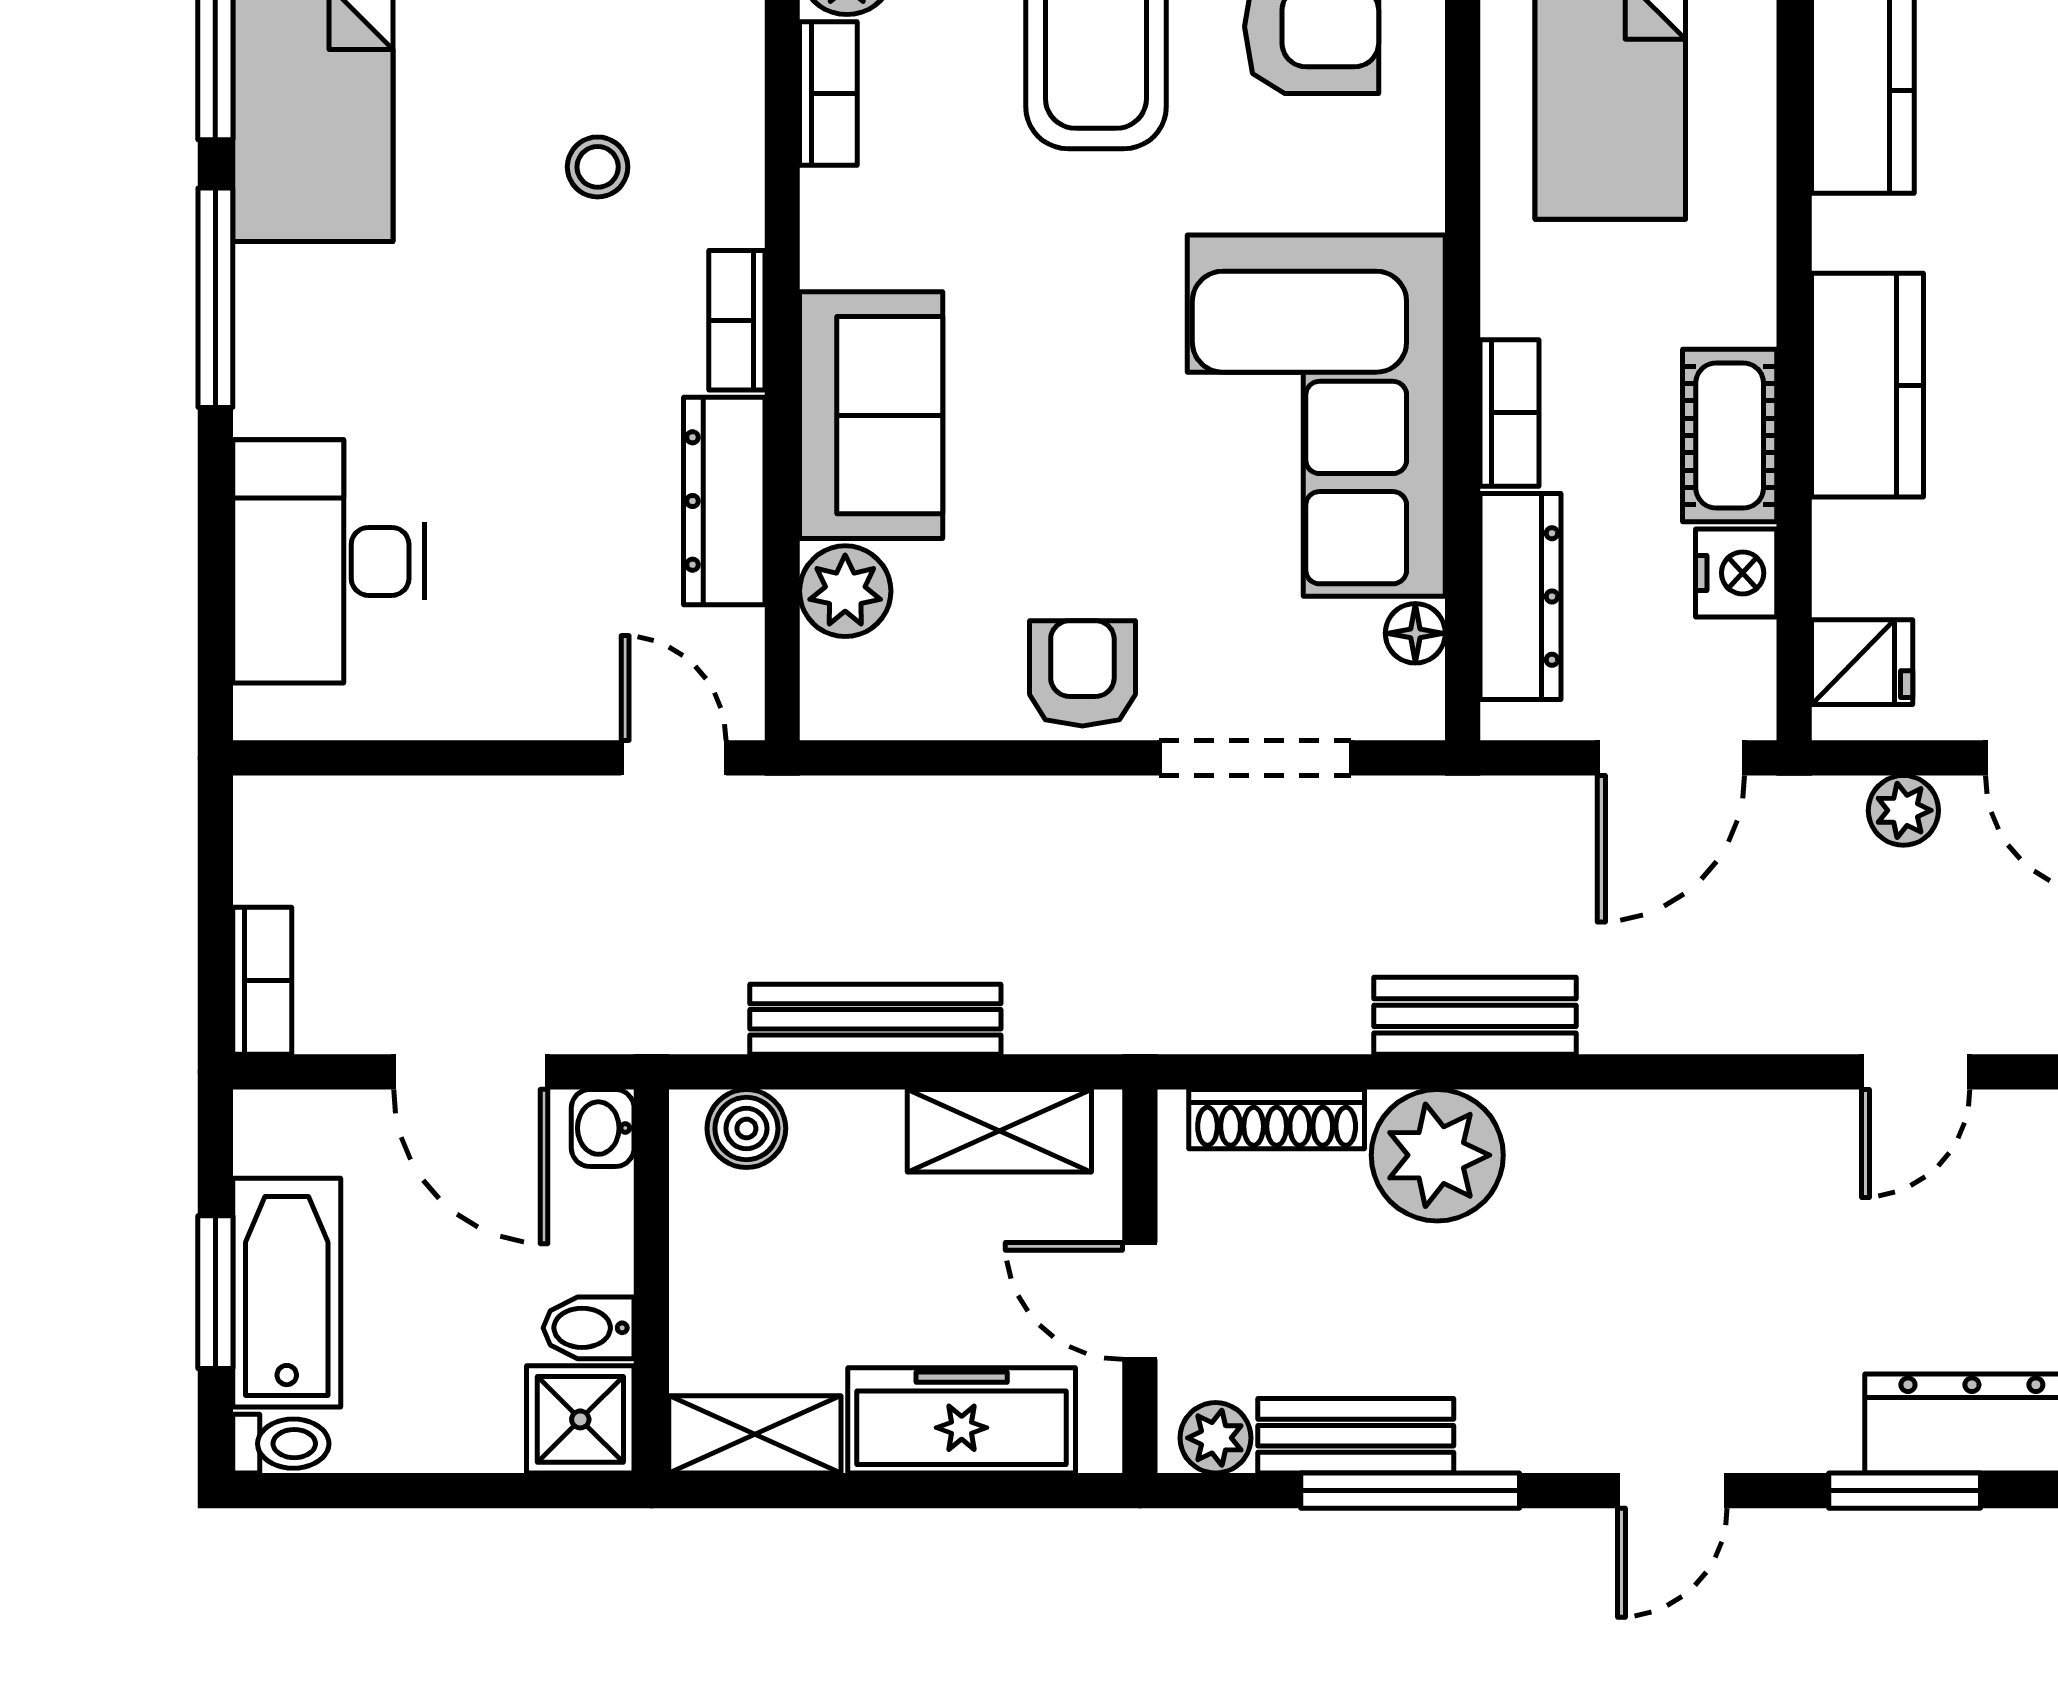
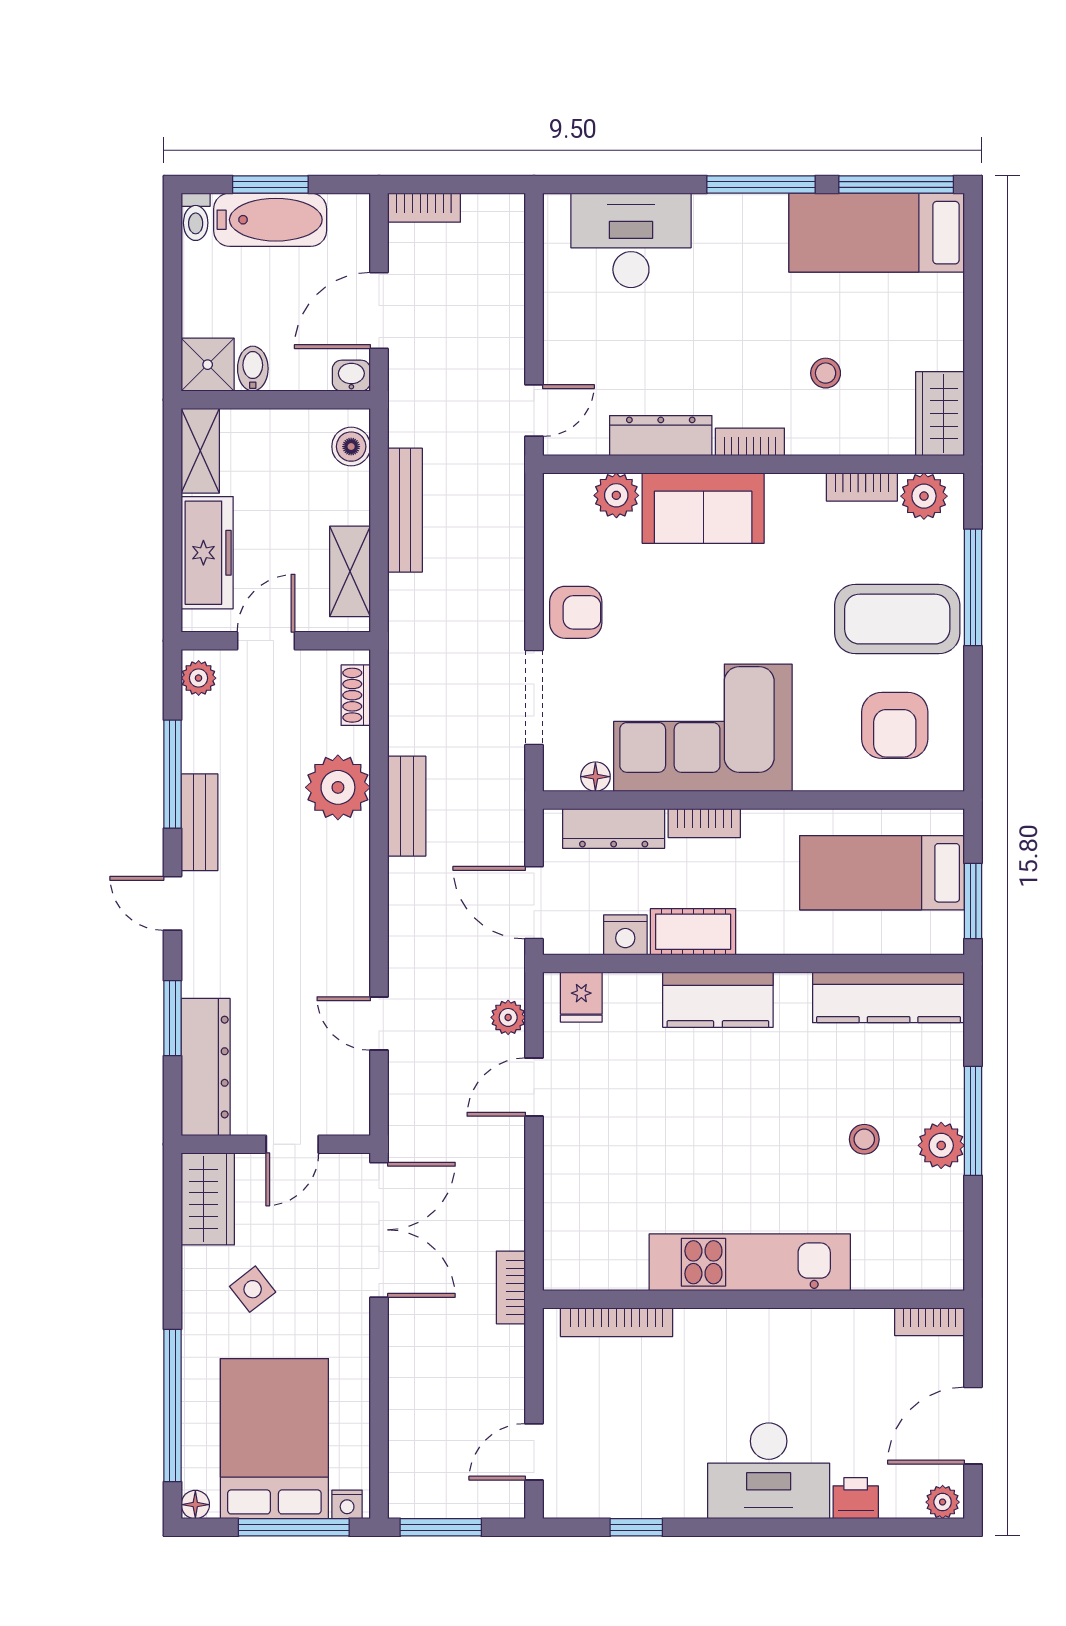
shoe rack: (1277, 1119) -> (356, 695), width x0.70
bench: (1356, 1436) -> (200, 822), moved

